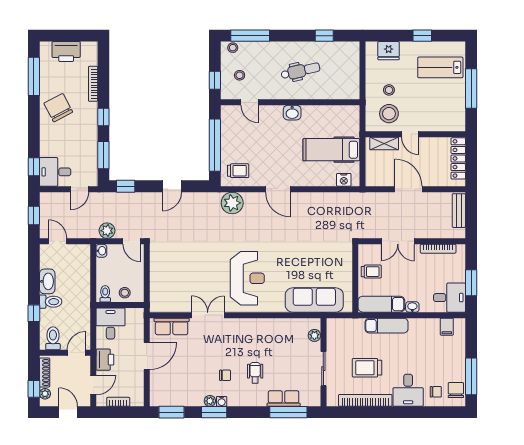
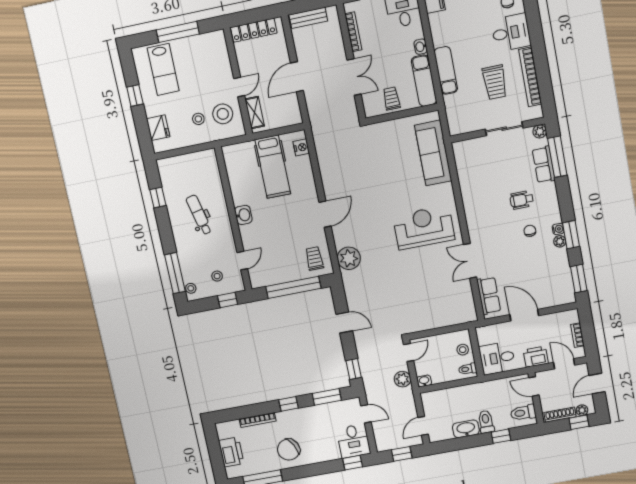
plant: (314, 335) -> (540, 131), moved

